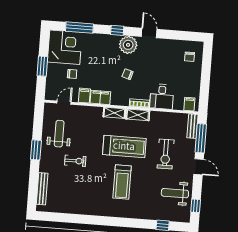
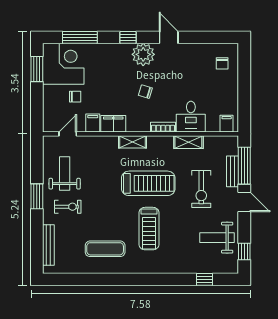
window: (42, 66) -> (37, 69), moved
shelving: (138, 115) -> (188, 142), moved
bench: (192, 126) -> (233, 171), moved
exercise bike: (75, 161) -> (68, 207), moved
exercise mat: (86, 195) -> (105, 249), added

